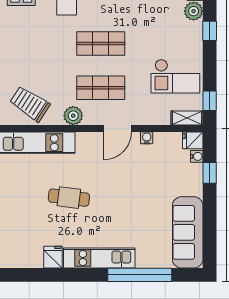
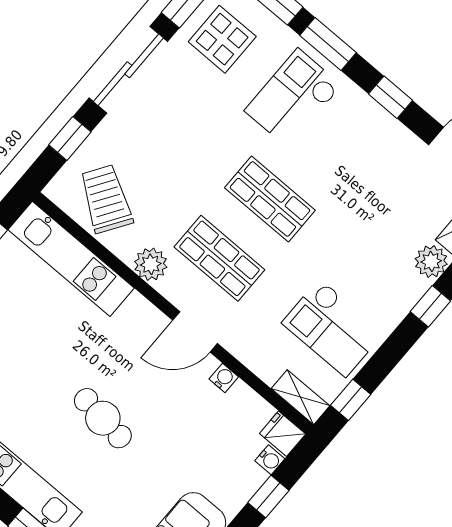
cafe table: (69, 198) -> (103, 418), moved

